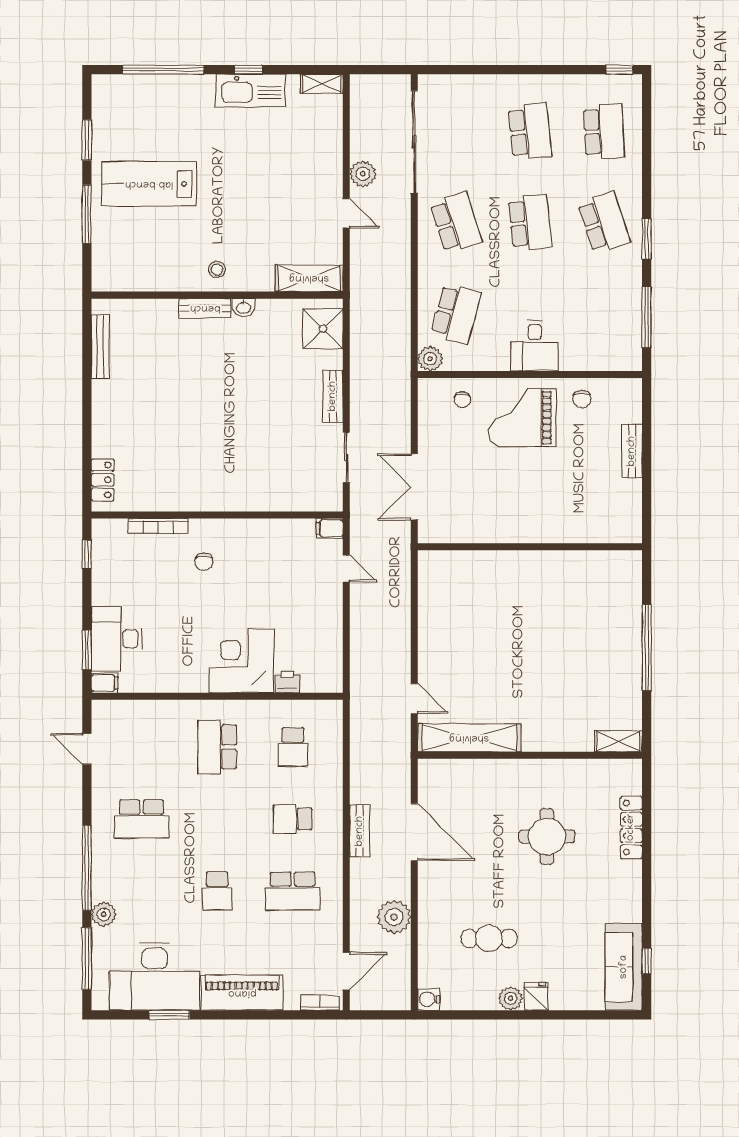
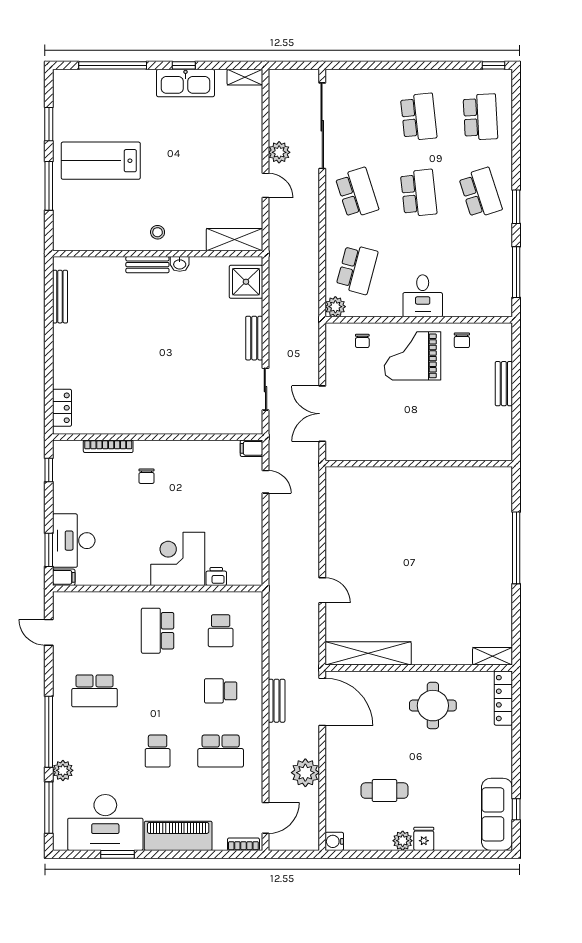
shelving: (469, 738) -> (368, 653), moved
shelving: (618, 741) -> (493, 656), moved
wall: (530, 755) -> (419, 668), moved

